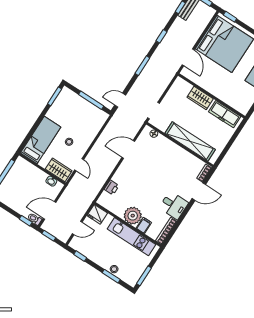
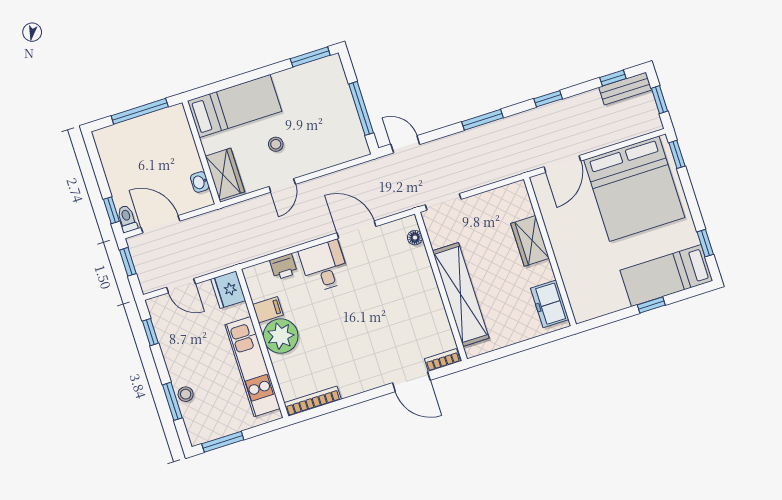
freezer: (225, 114) -> (550, 304), width x0.71
door: (79, 165) -> (282, 185), moved
desk: (174, 205) -> (324, 266), moved, turned 180
filing cabinet: (144, 225) -> (268, 310), moved

